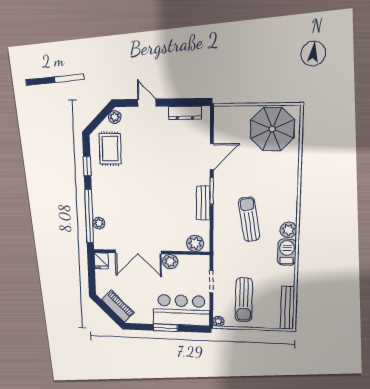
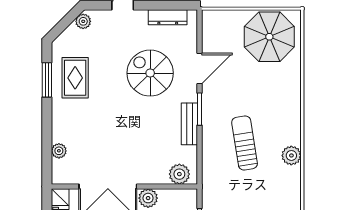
rug: (110, 149) -> (75, 78), moved
spiral stairs: (171, 161) -> (150, 73), added
window: (87, 166) -> (47, 80), width x1.50
window: (89, 216) -> (47, 142), removed
barbecue: (287, 252) -> (290, 183), removed

